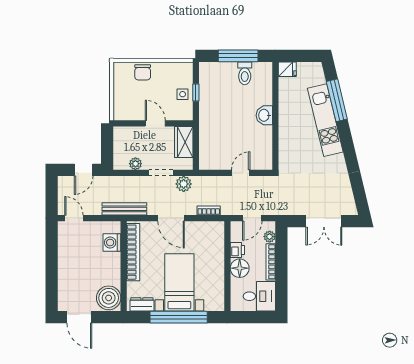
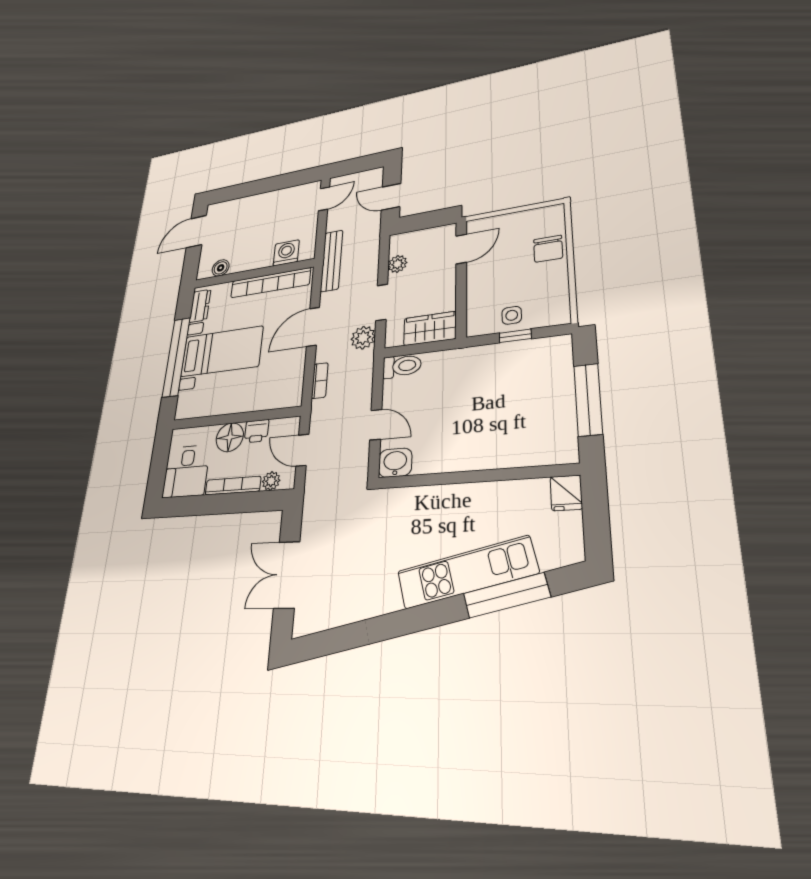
chair: (143, 72) -> (548, 249), turned -90
toilet: (245, 73) -> (402, 366), moved, turned 180
washbasin: (264, 115) -> (395, 463), moved
door: (155, 123) -> (461, 249), moved
boiler: (109, 298) -> (221, 268), width x0.54, depth x0.54

